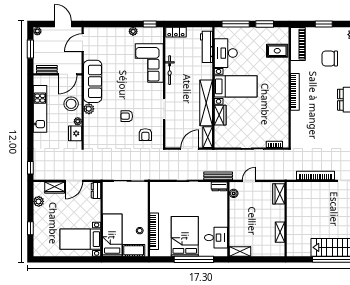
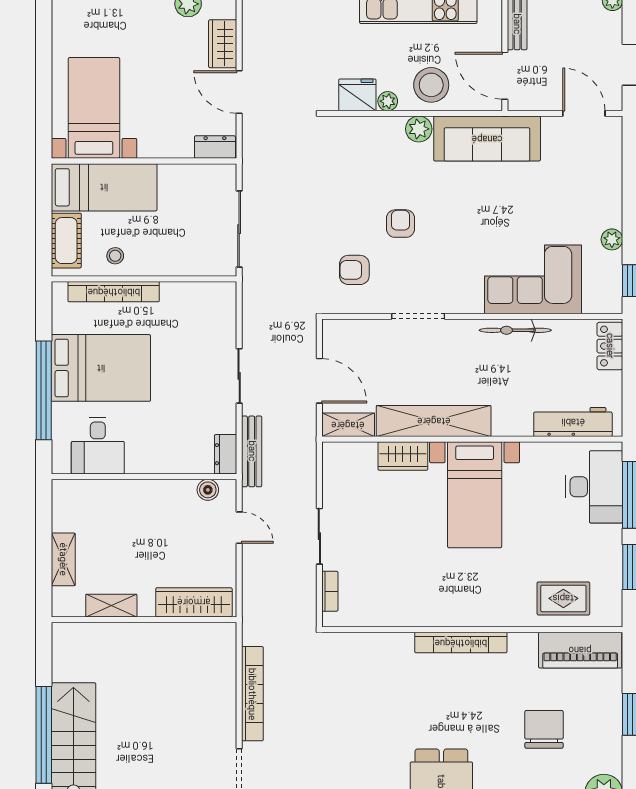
rug: (277, 51) -> (563, 598), turned 90
desk: (226, 53) -> (594, 487), moved, turned 90
wardrobe: (279, 194) -> (194, 602), width x1.50
shelving: (240, 251) -> (63, 559), moved

